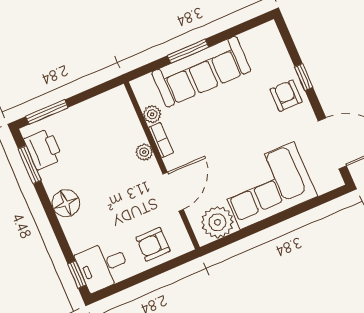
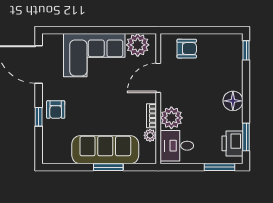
plant: (144, 152) -> (171, 118), width x1.87, depth x1.87
desk: (103, 266) -> (177, 146), moved, turned 180

